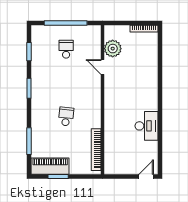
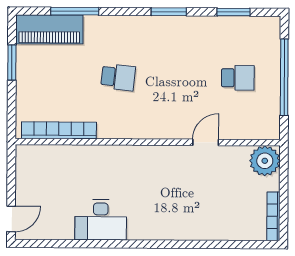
plant: (113, 49) -> (265, 161), moved
piano: (50, 166) -> (49, 29), moved, turned 90
door: (146, 176) -> (11, 219), hinge flipped

